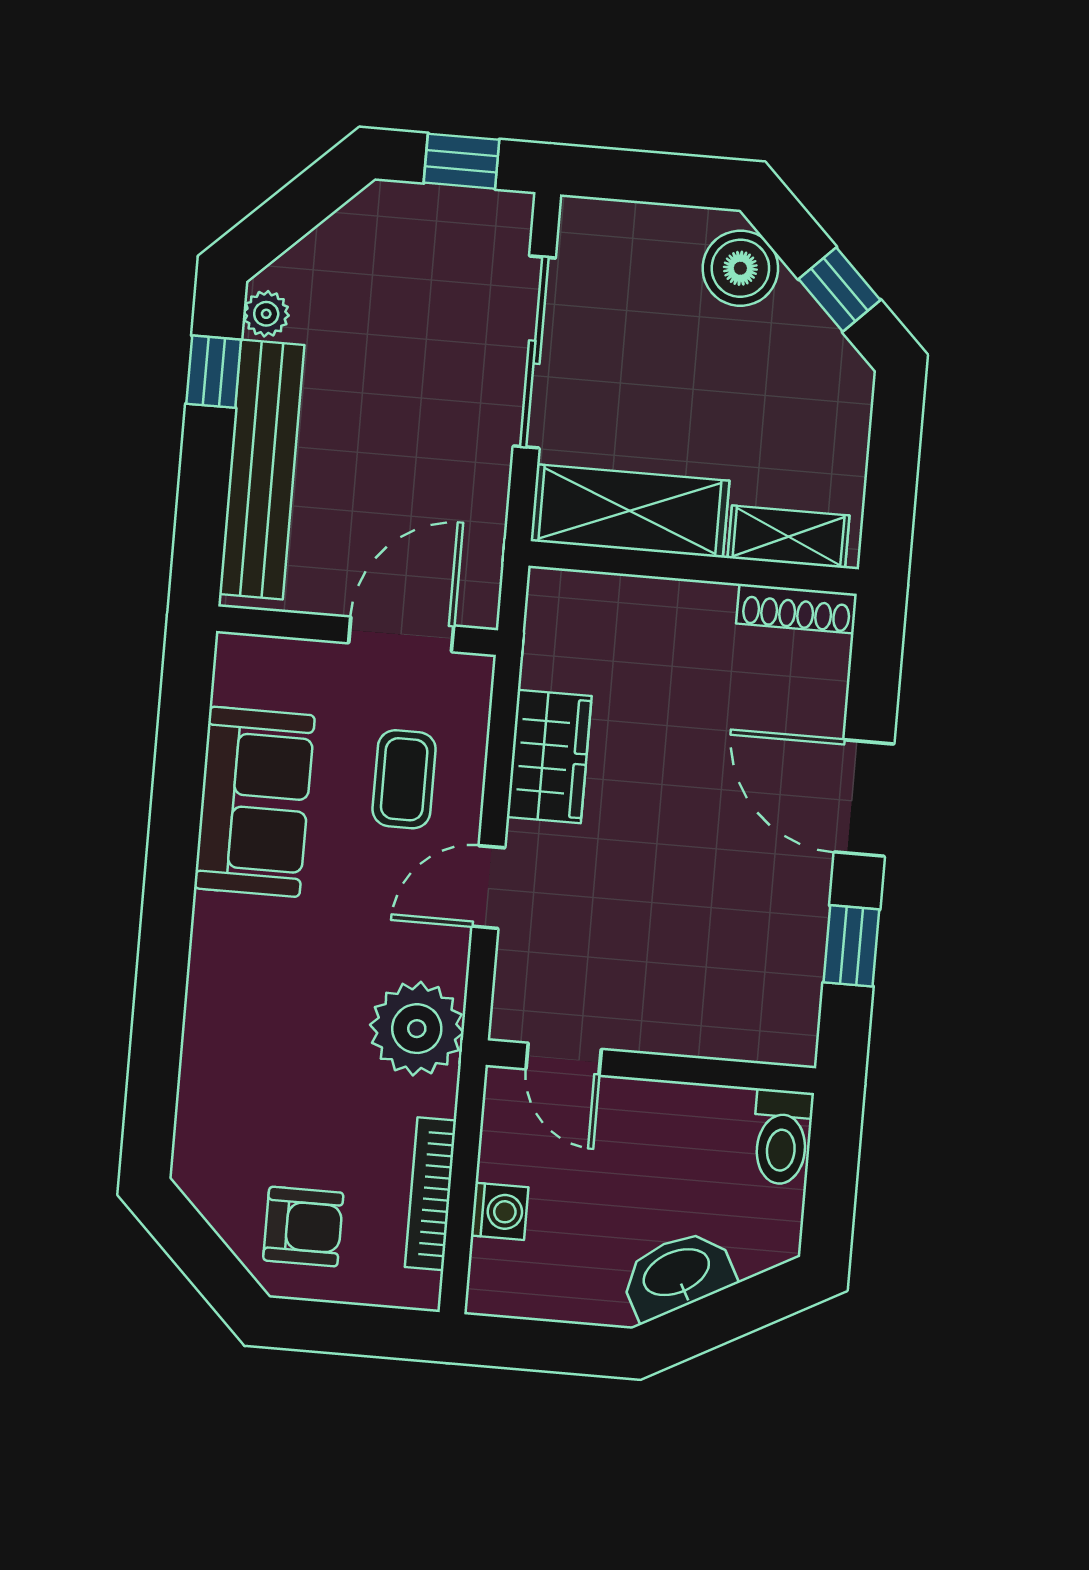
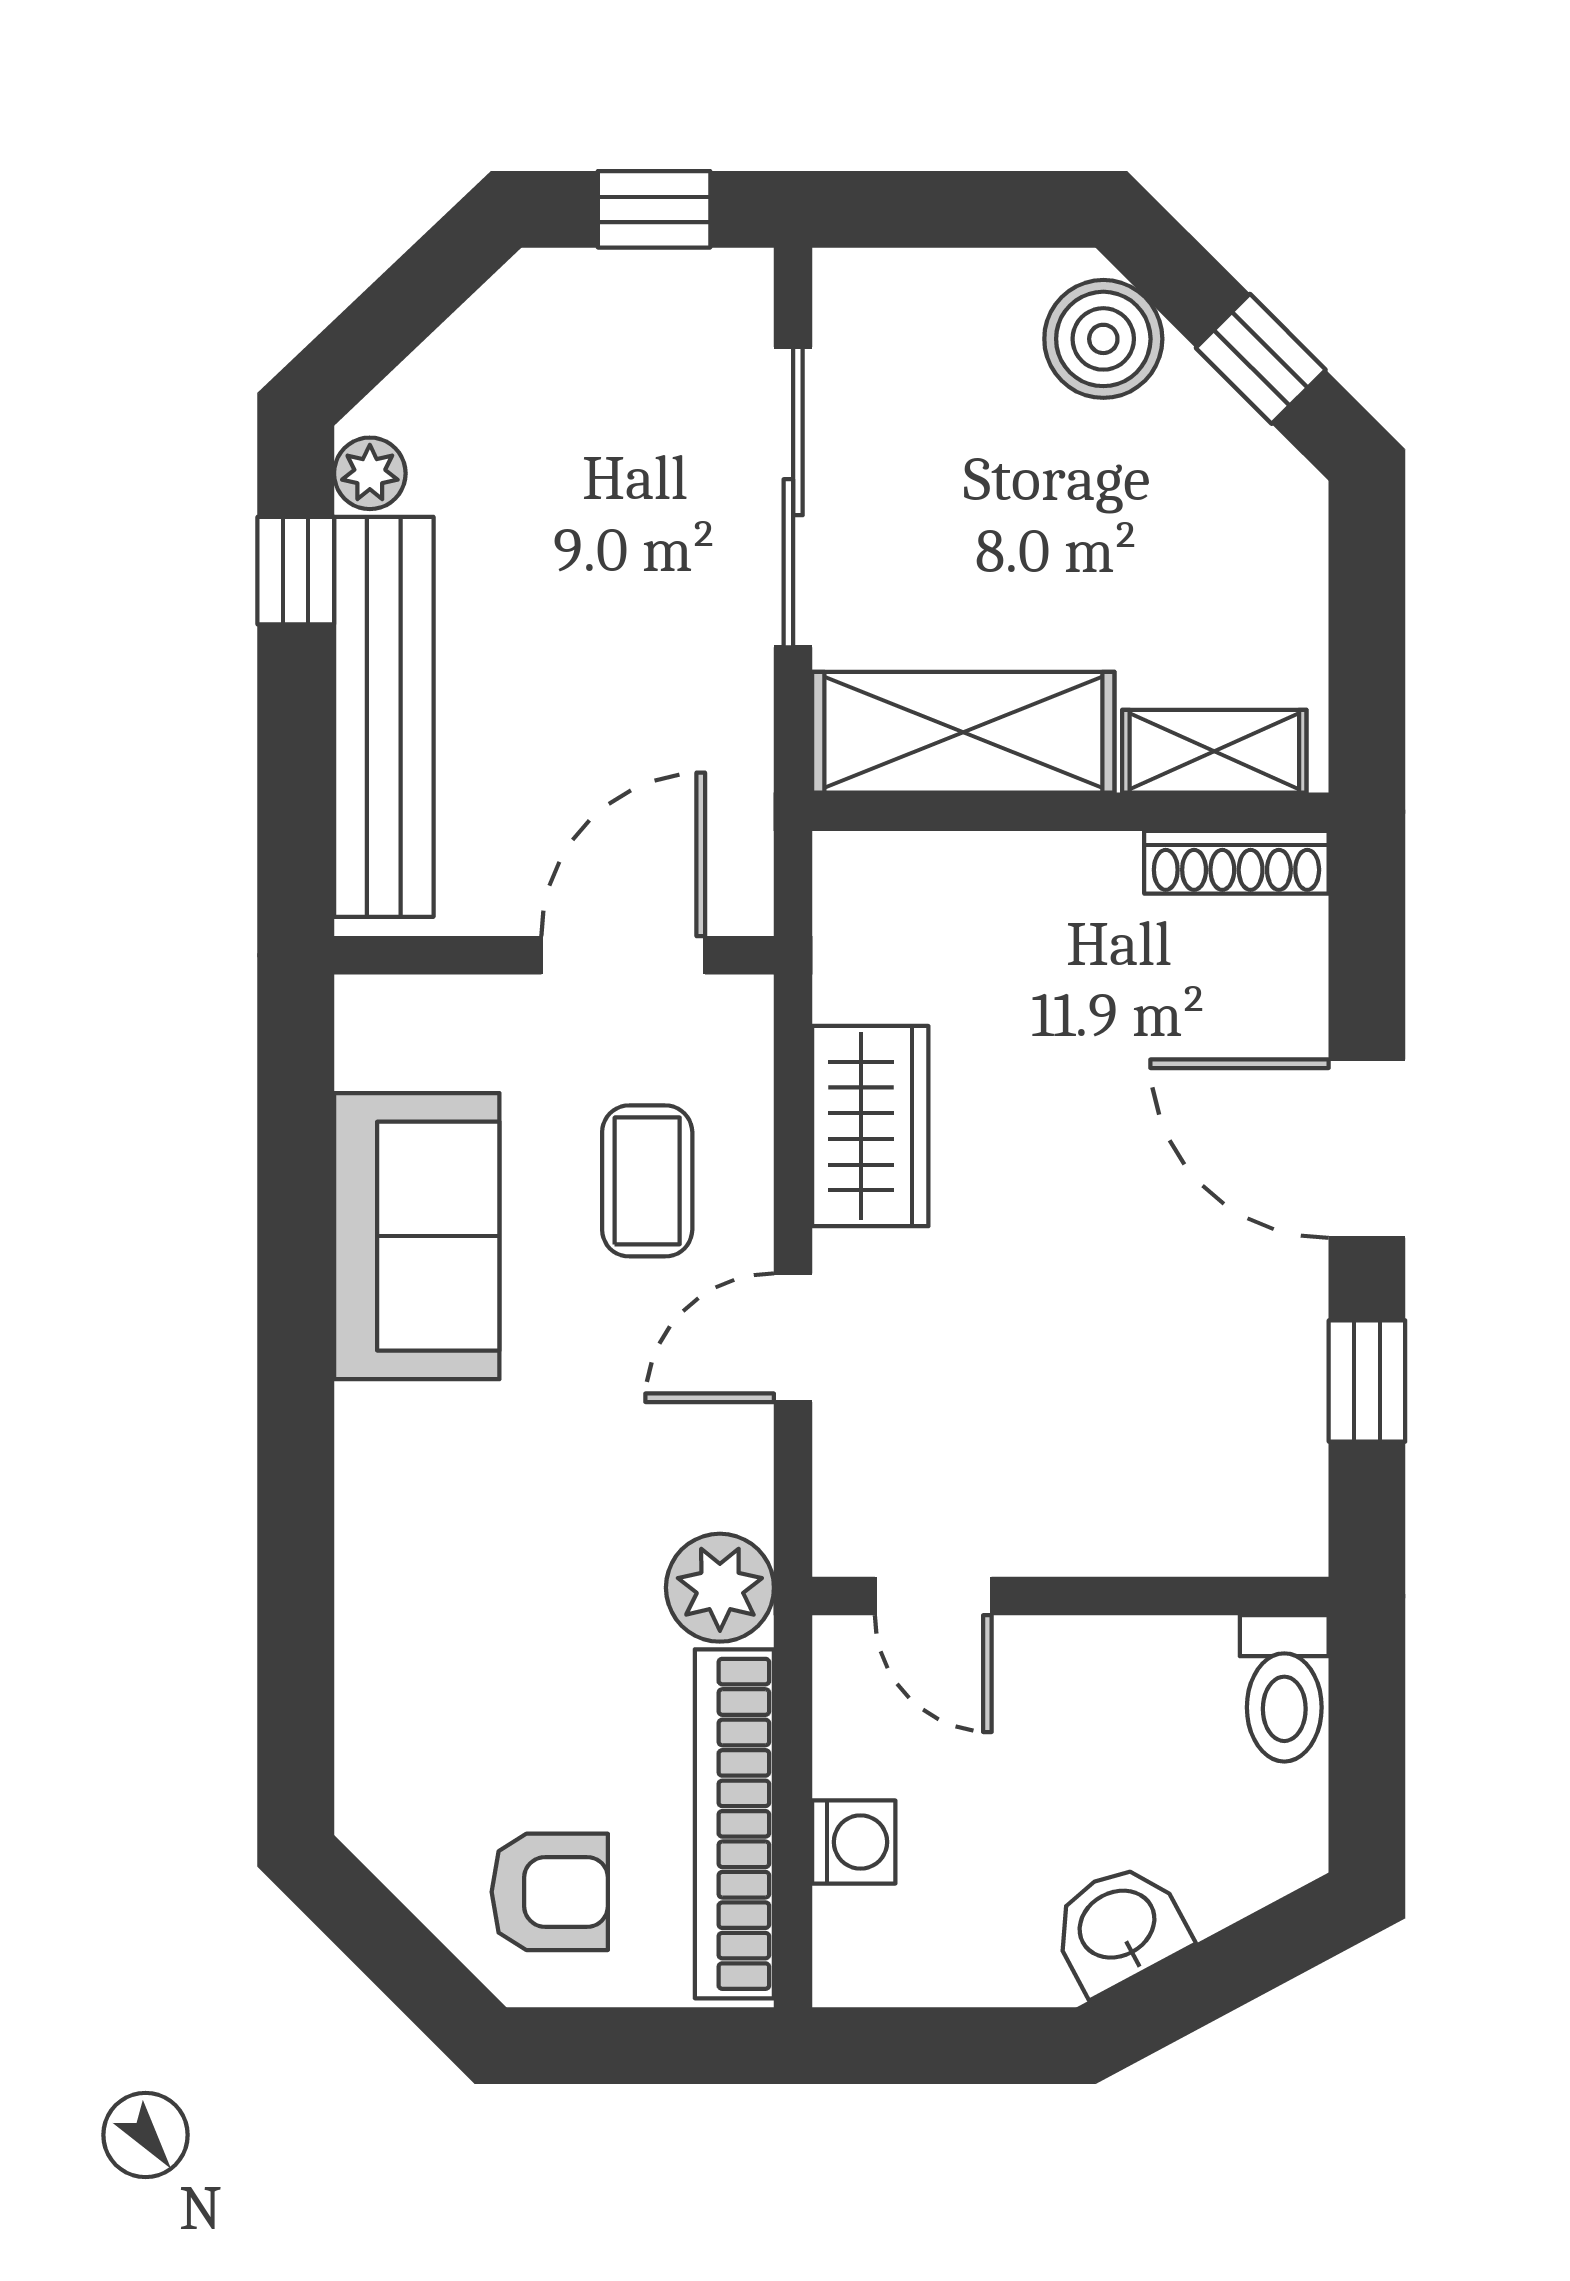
plant: (417, 1029) -> (720, 1588), width x0.73, depth x0.73
bookcase: (431, 1194) -> (734, 1824), width x1.48, depth x1.31
washbasin: (677, 1274) -> (1118, 1927), width x0.72

